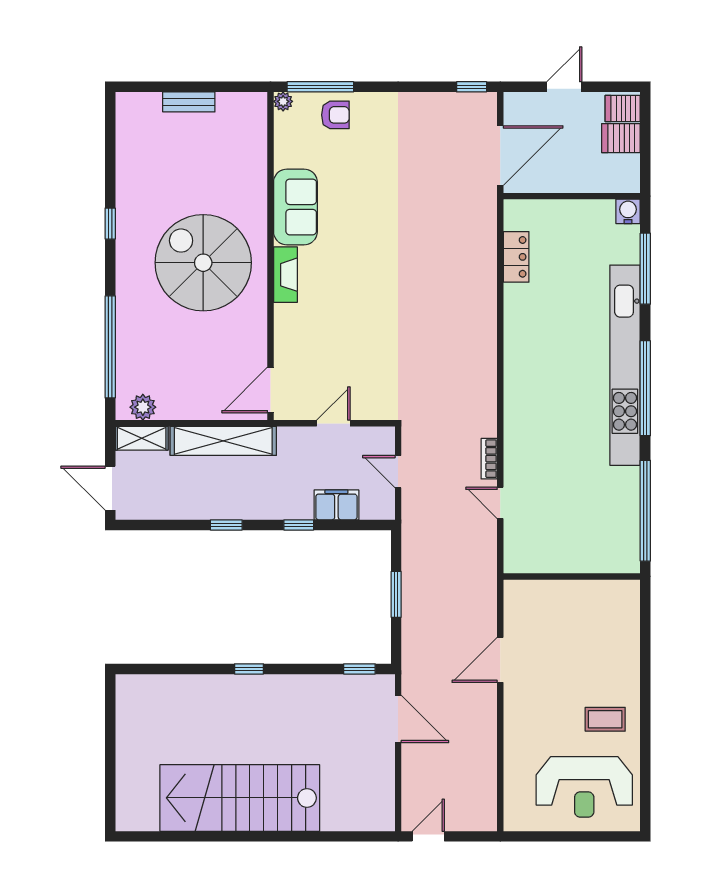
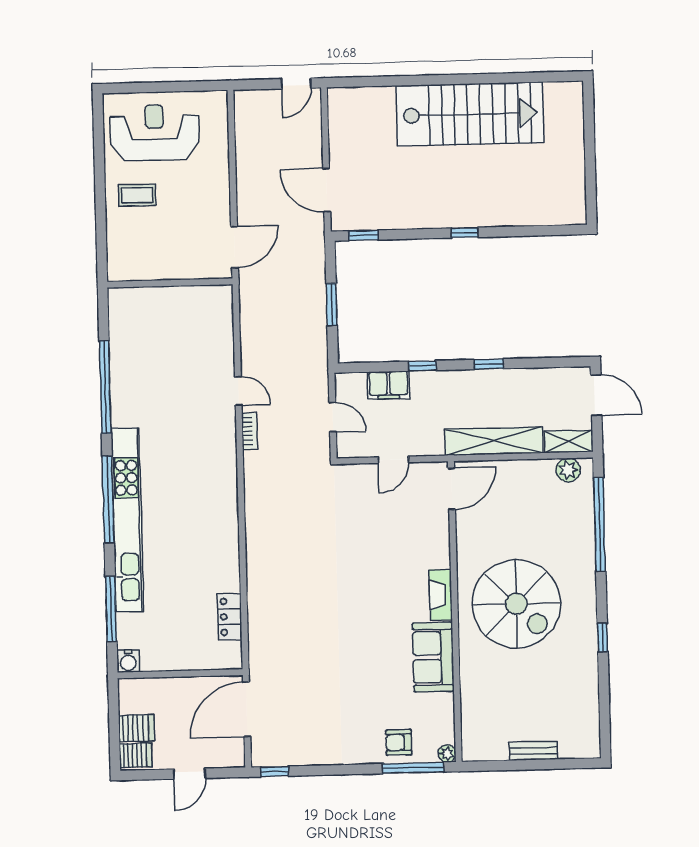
wall: (572, 576) -> (170, 283), moved

